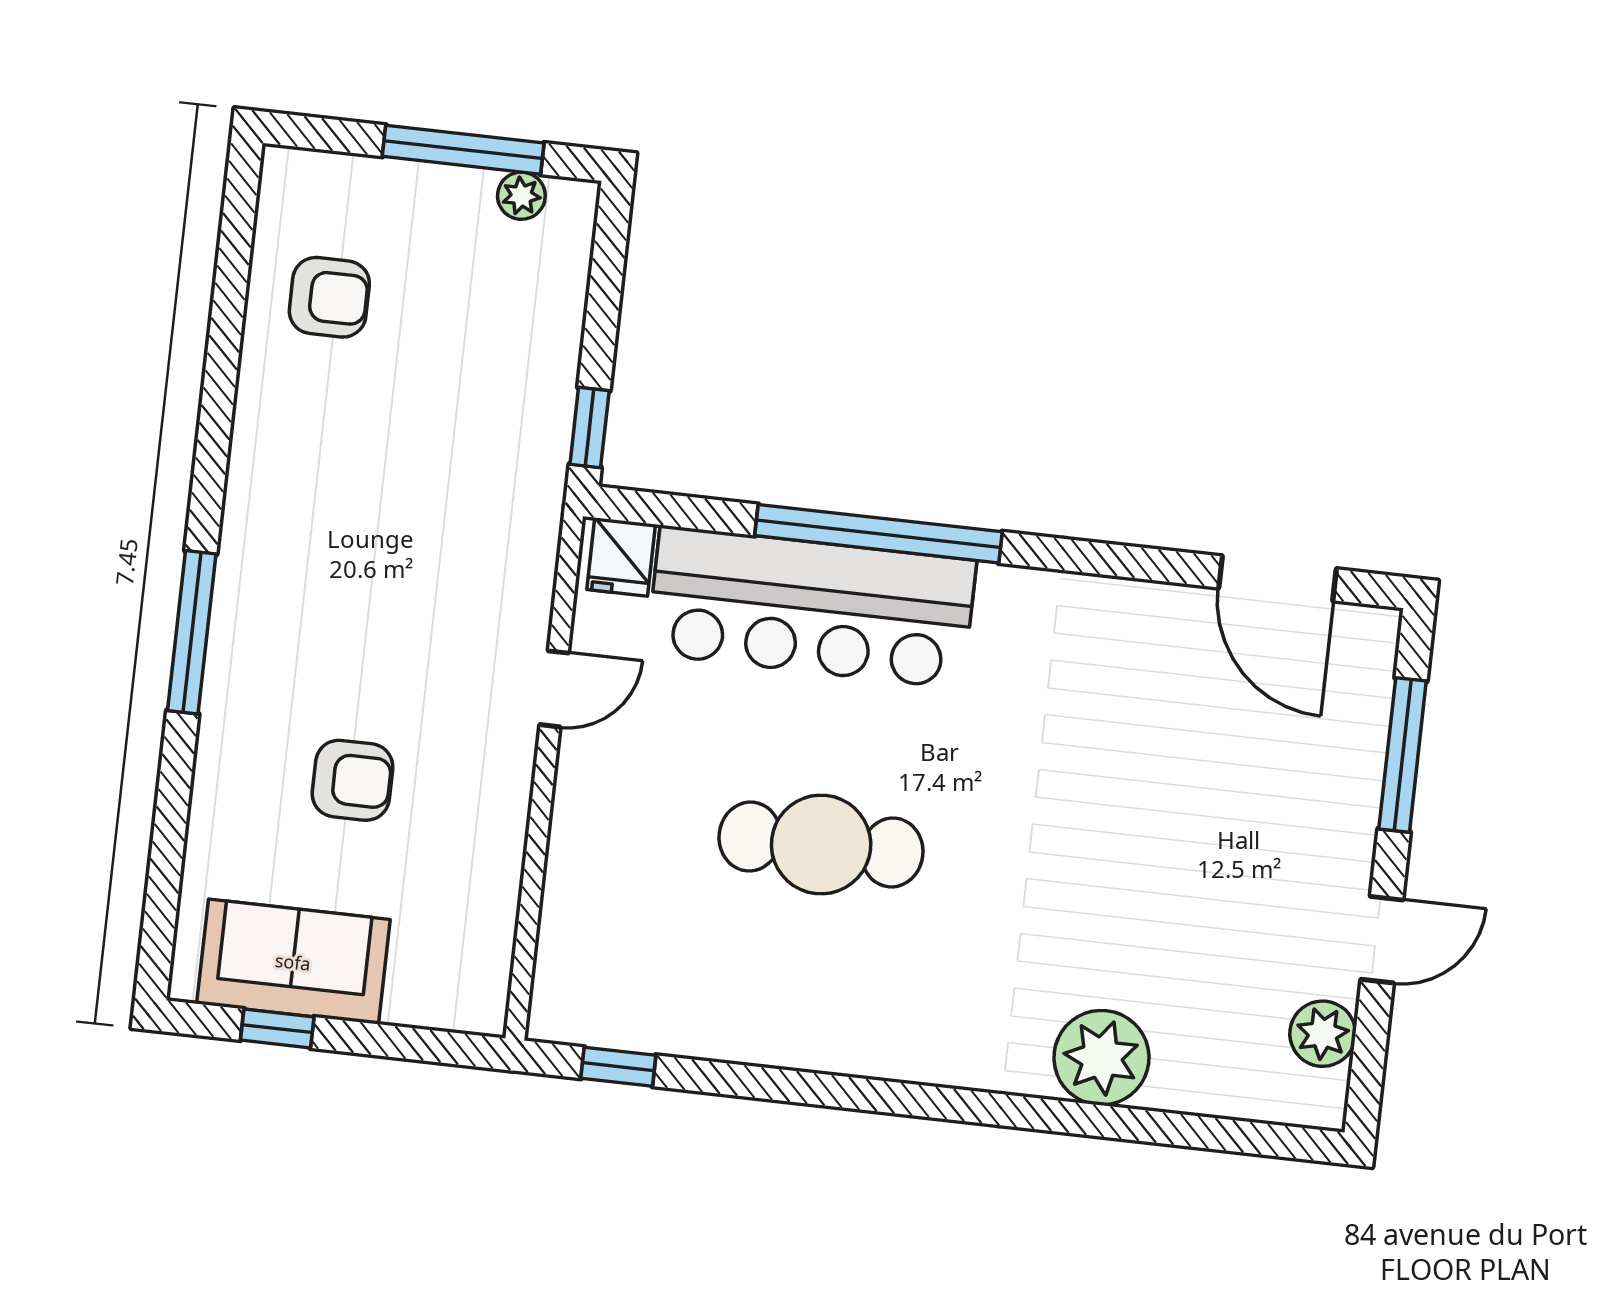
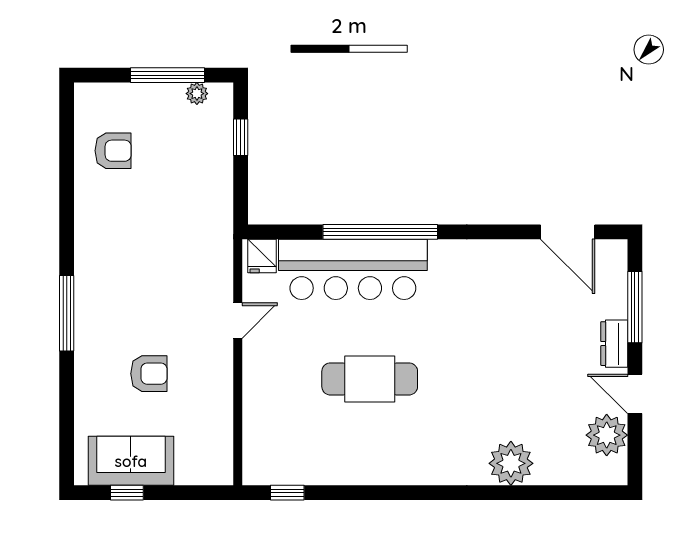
window: (590, 428) -> (241, 137), moved
dresser: (1350, 828) -> (614, 344), added
door: (1382, 940) -> (635, 394), swing flipped
plant: (1323, 1034) -> (607, 435), width x1.36, depth x1.36

